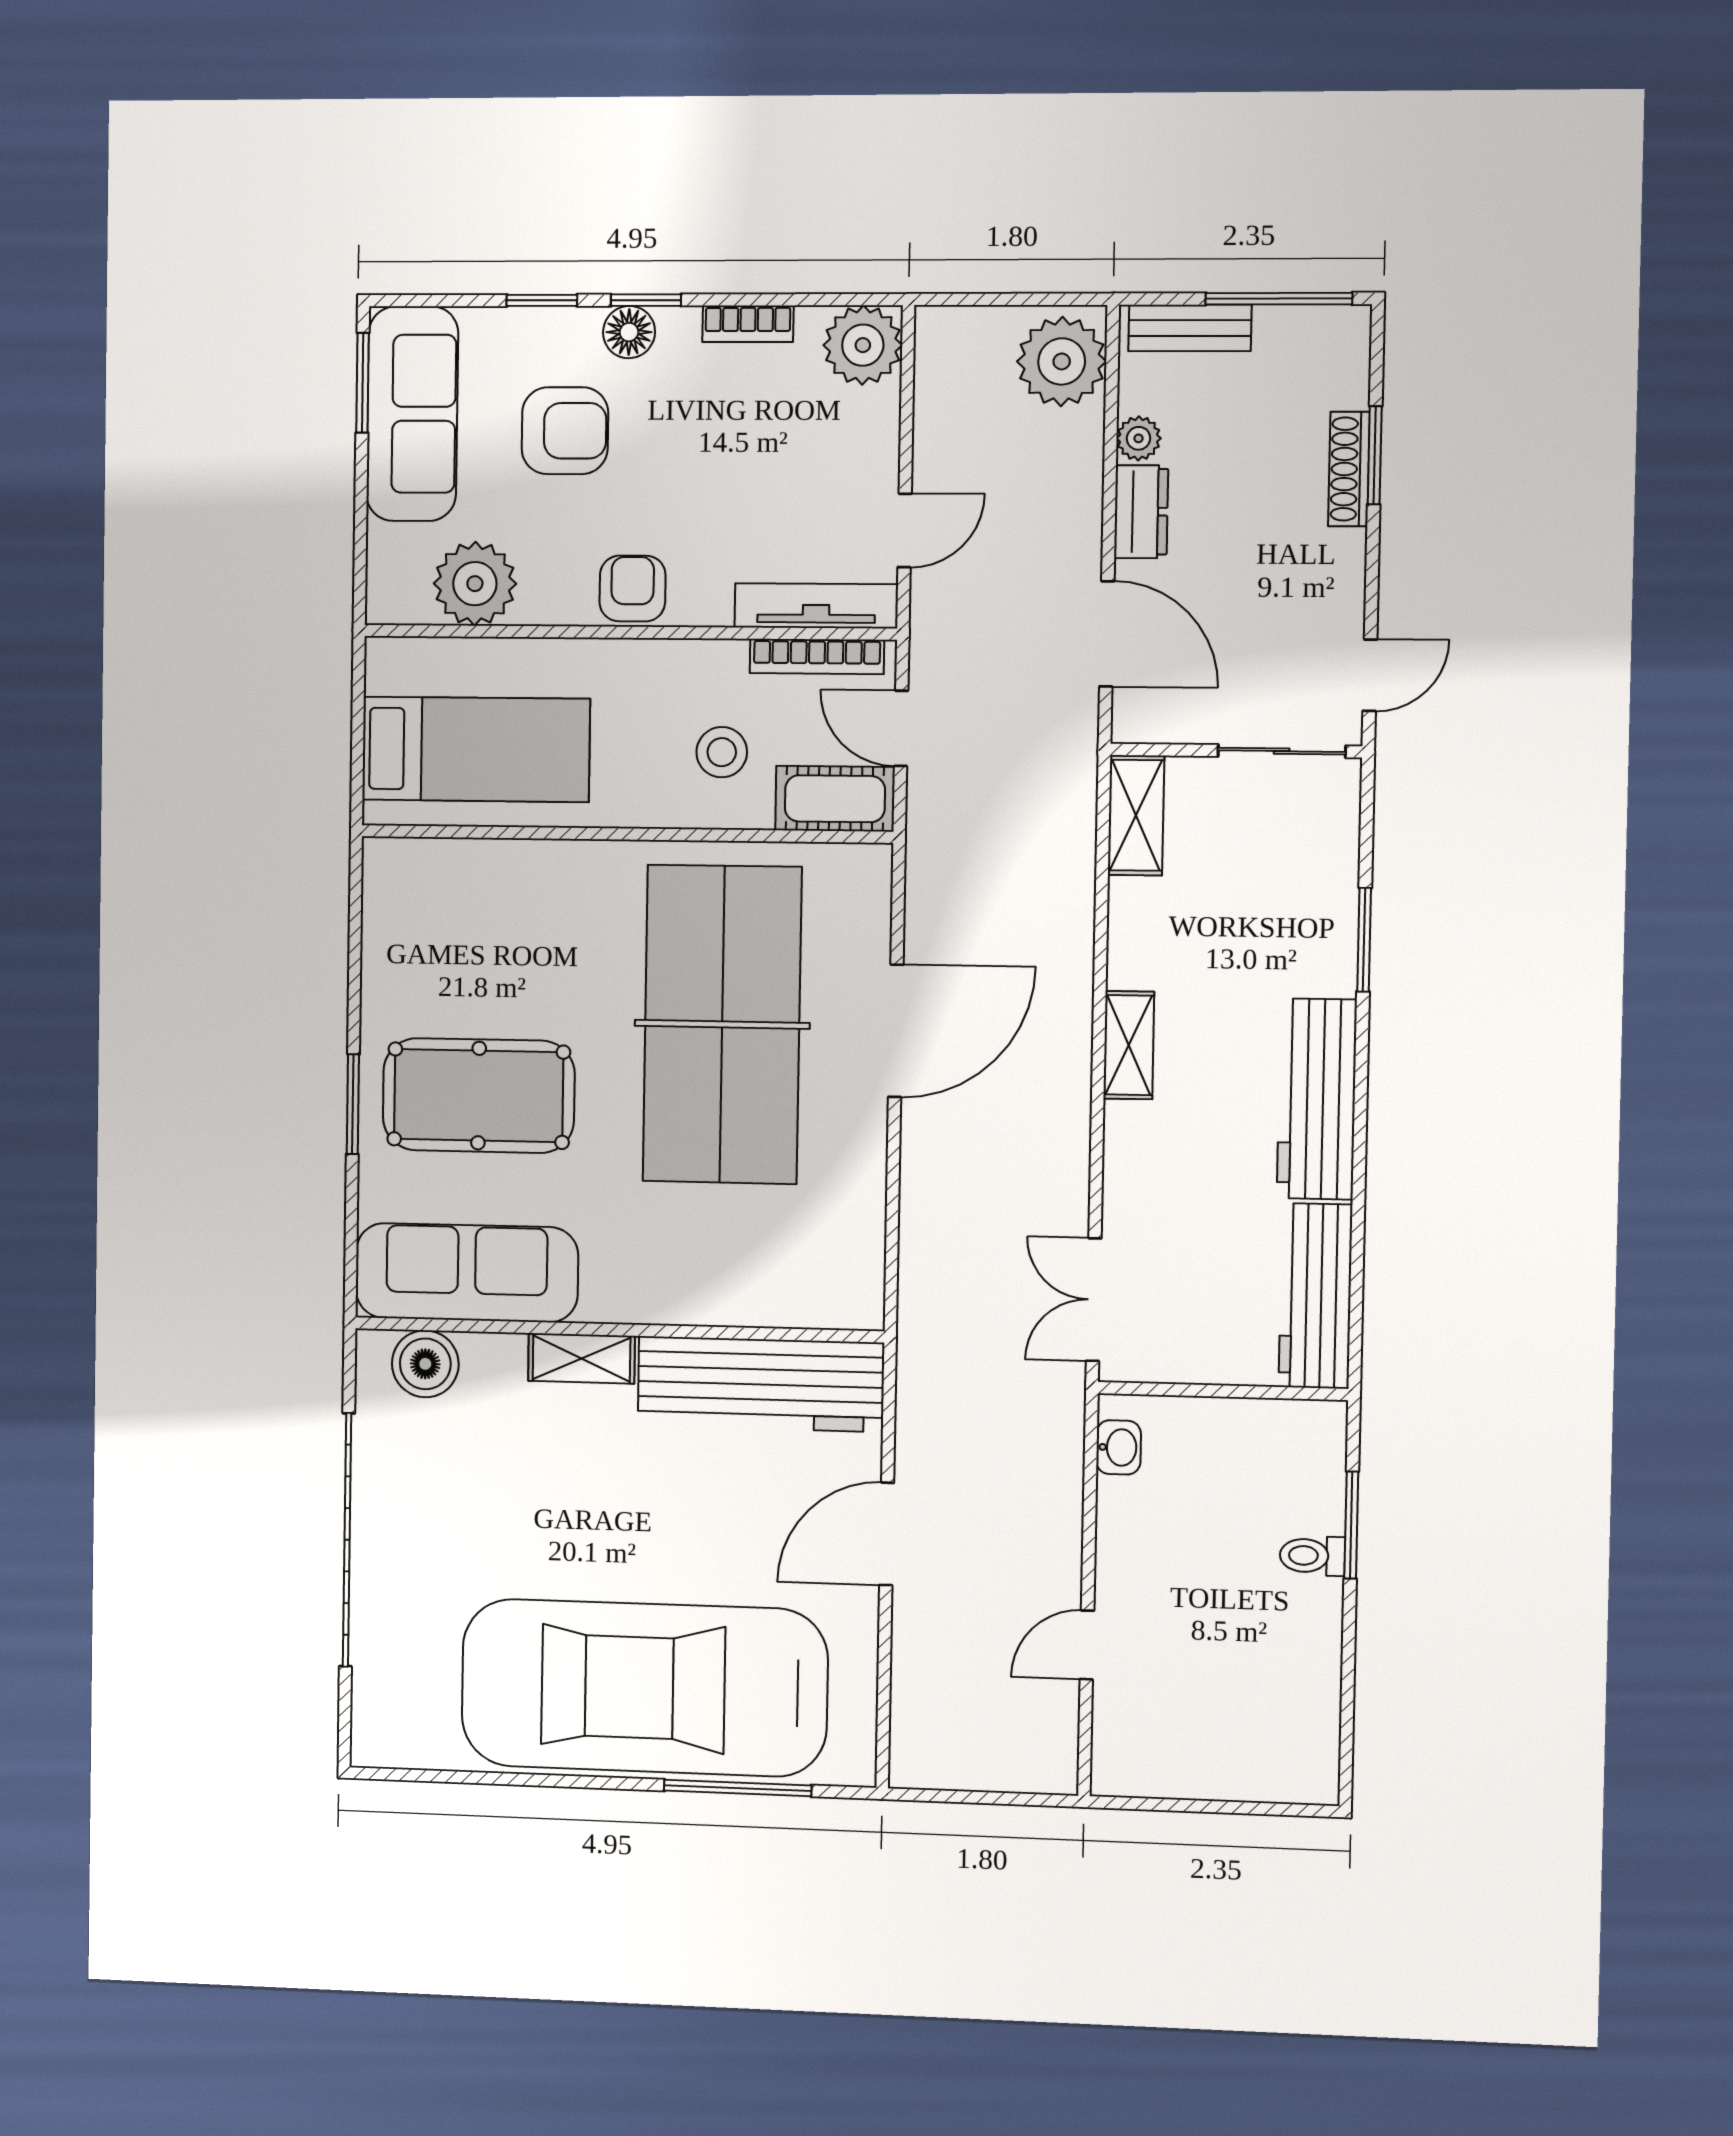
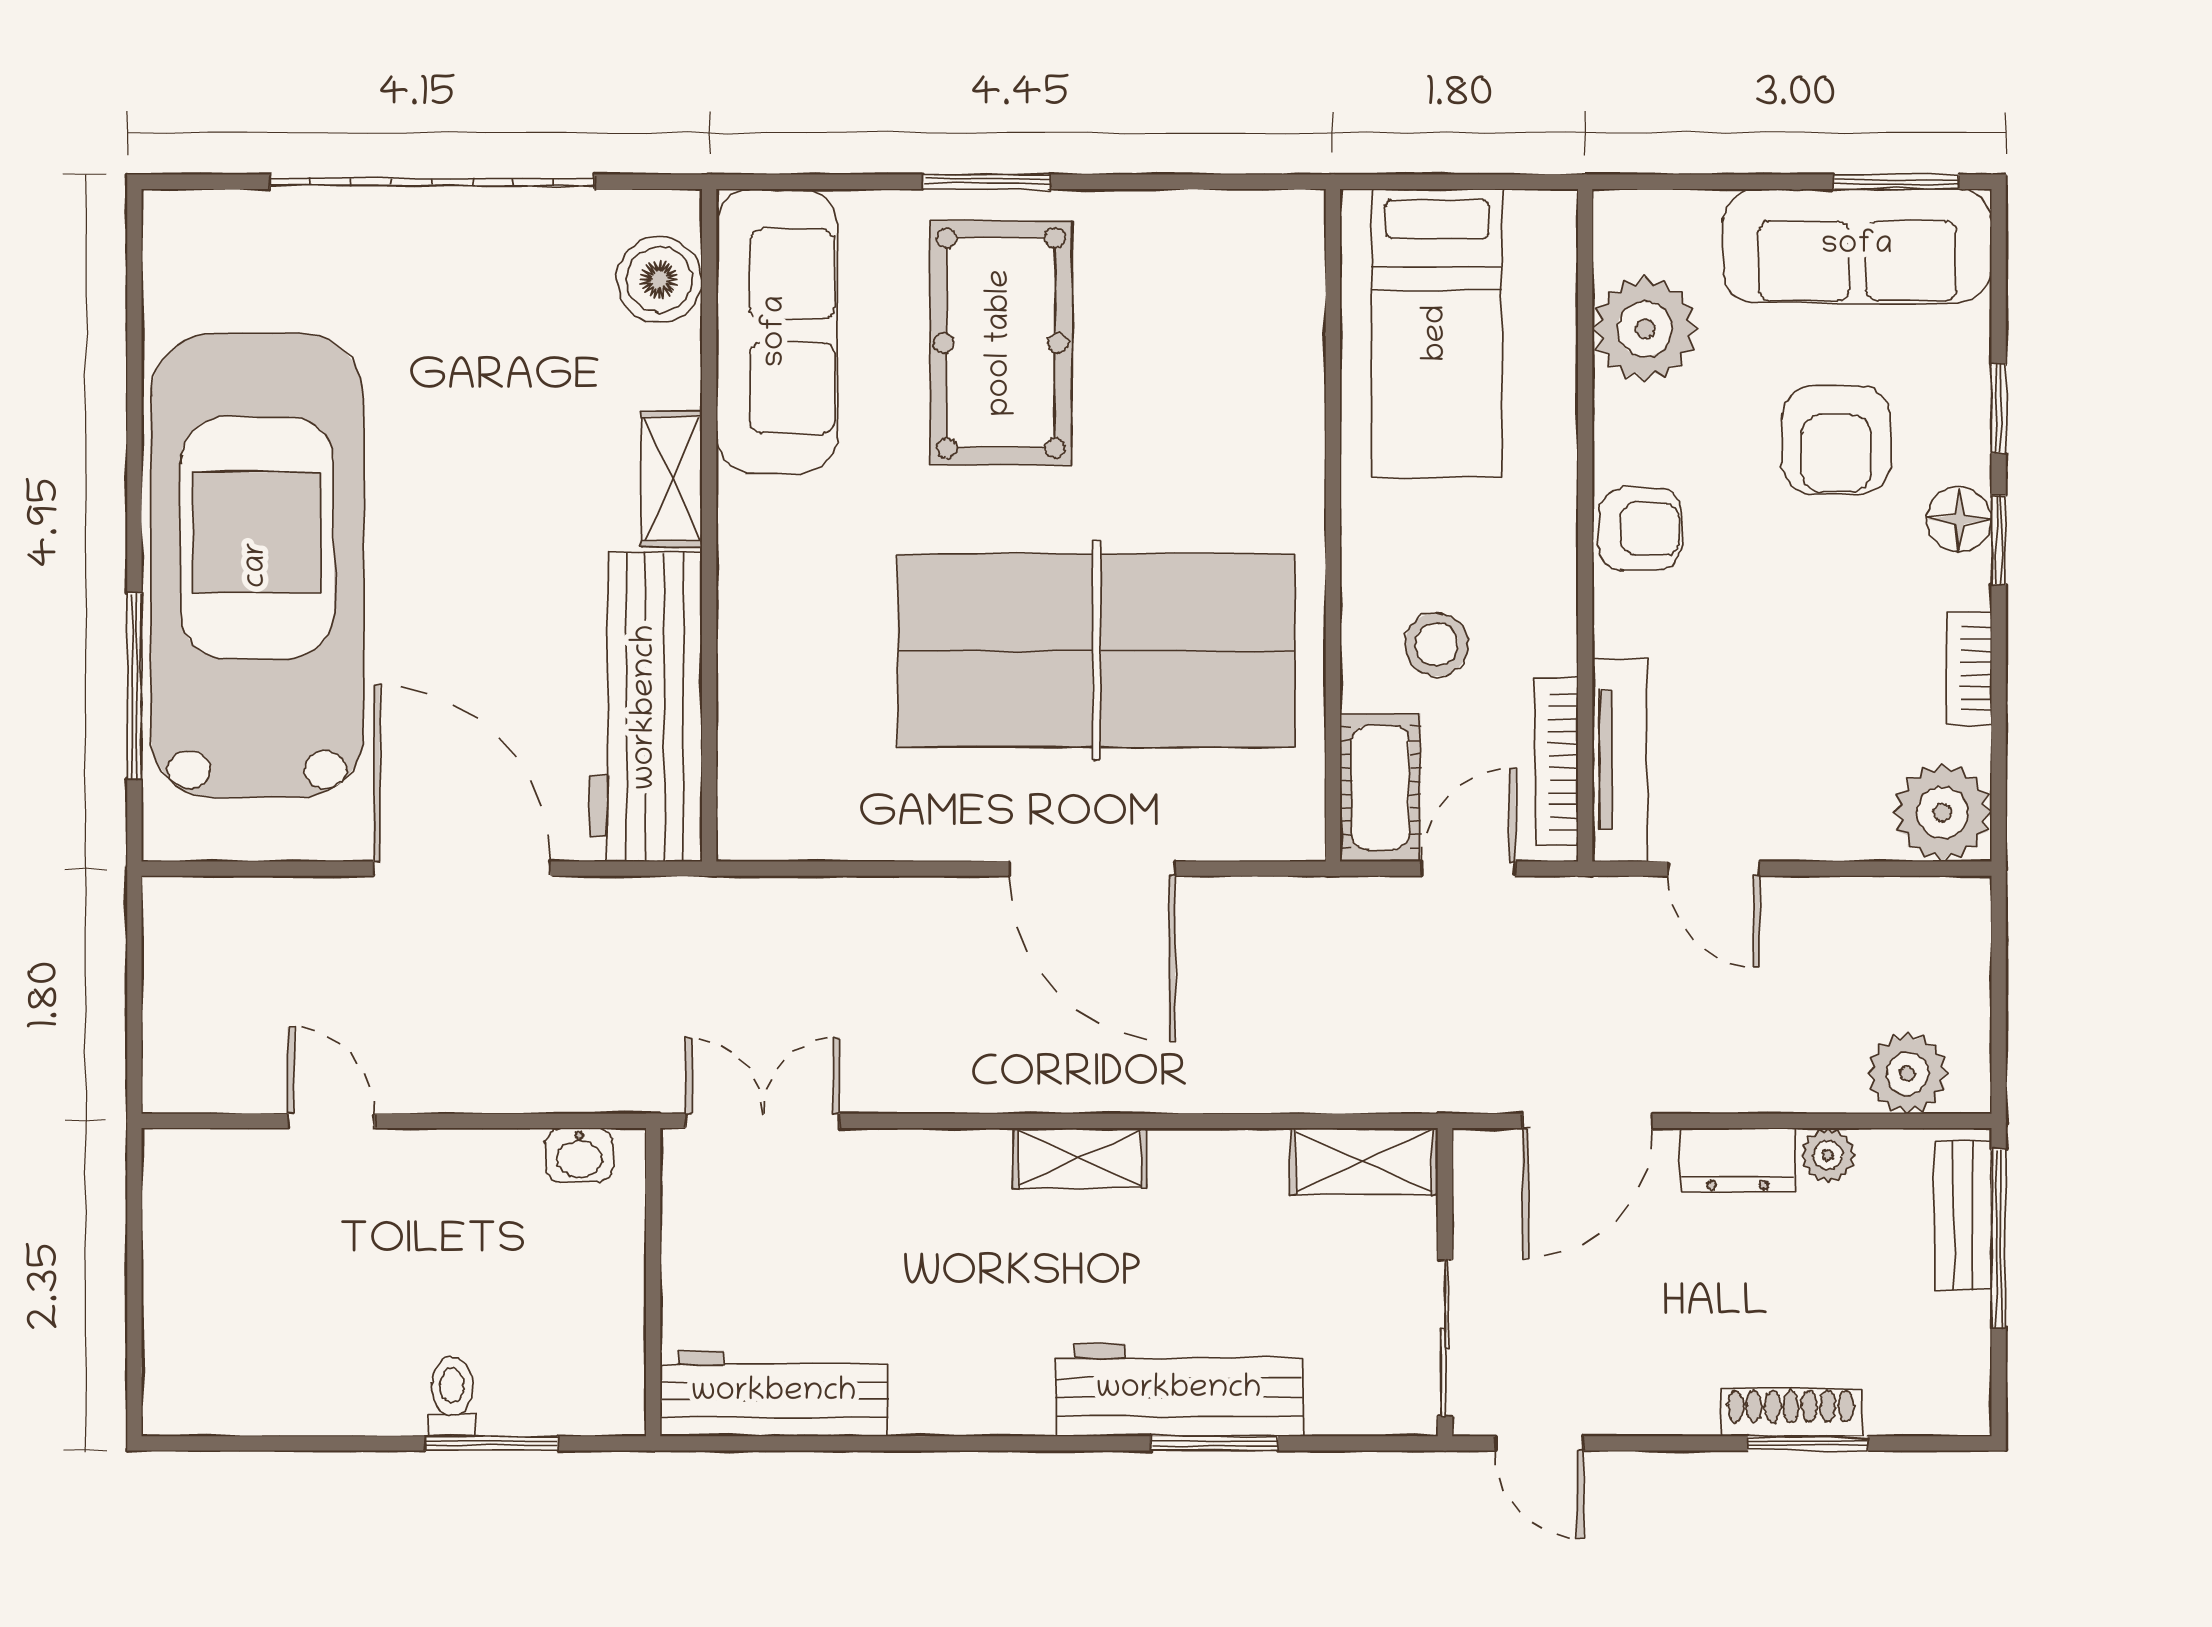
window: (1279, 299) -> (1999, 1238), moved
plant: (1062, 361) -> (1908, 1074), width x0.73, depth x0.73
workbench: (1317, 1099) -> (1179, 1390), moved
door: (887, 1534) -> (462, 869), width x1.36

